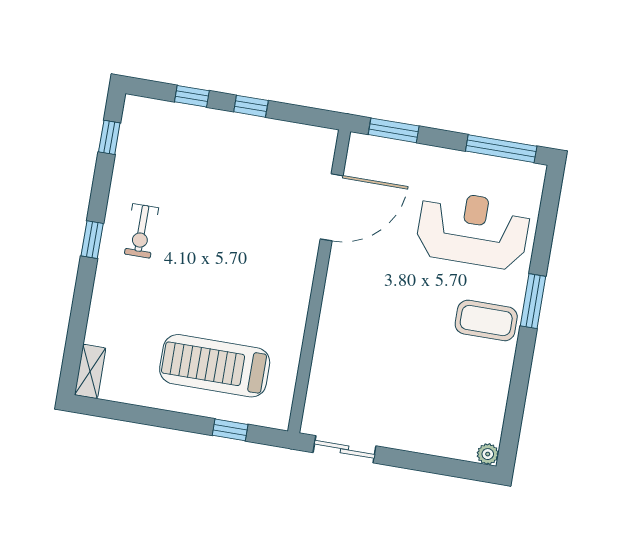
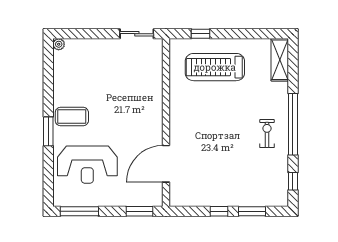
window: (192, 96) -> (252, 211), width x1.50
window: (92, 240) -> (293, 124), width x3.17
treadmill: (215, 366) -> (215, 67), turned 180
shelving: (90, 371) -> (280, 60), width x1.50, depth x1.33

